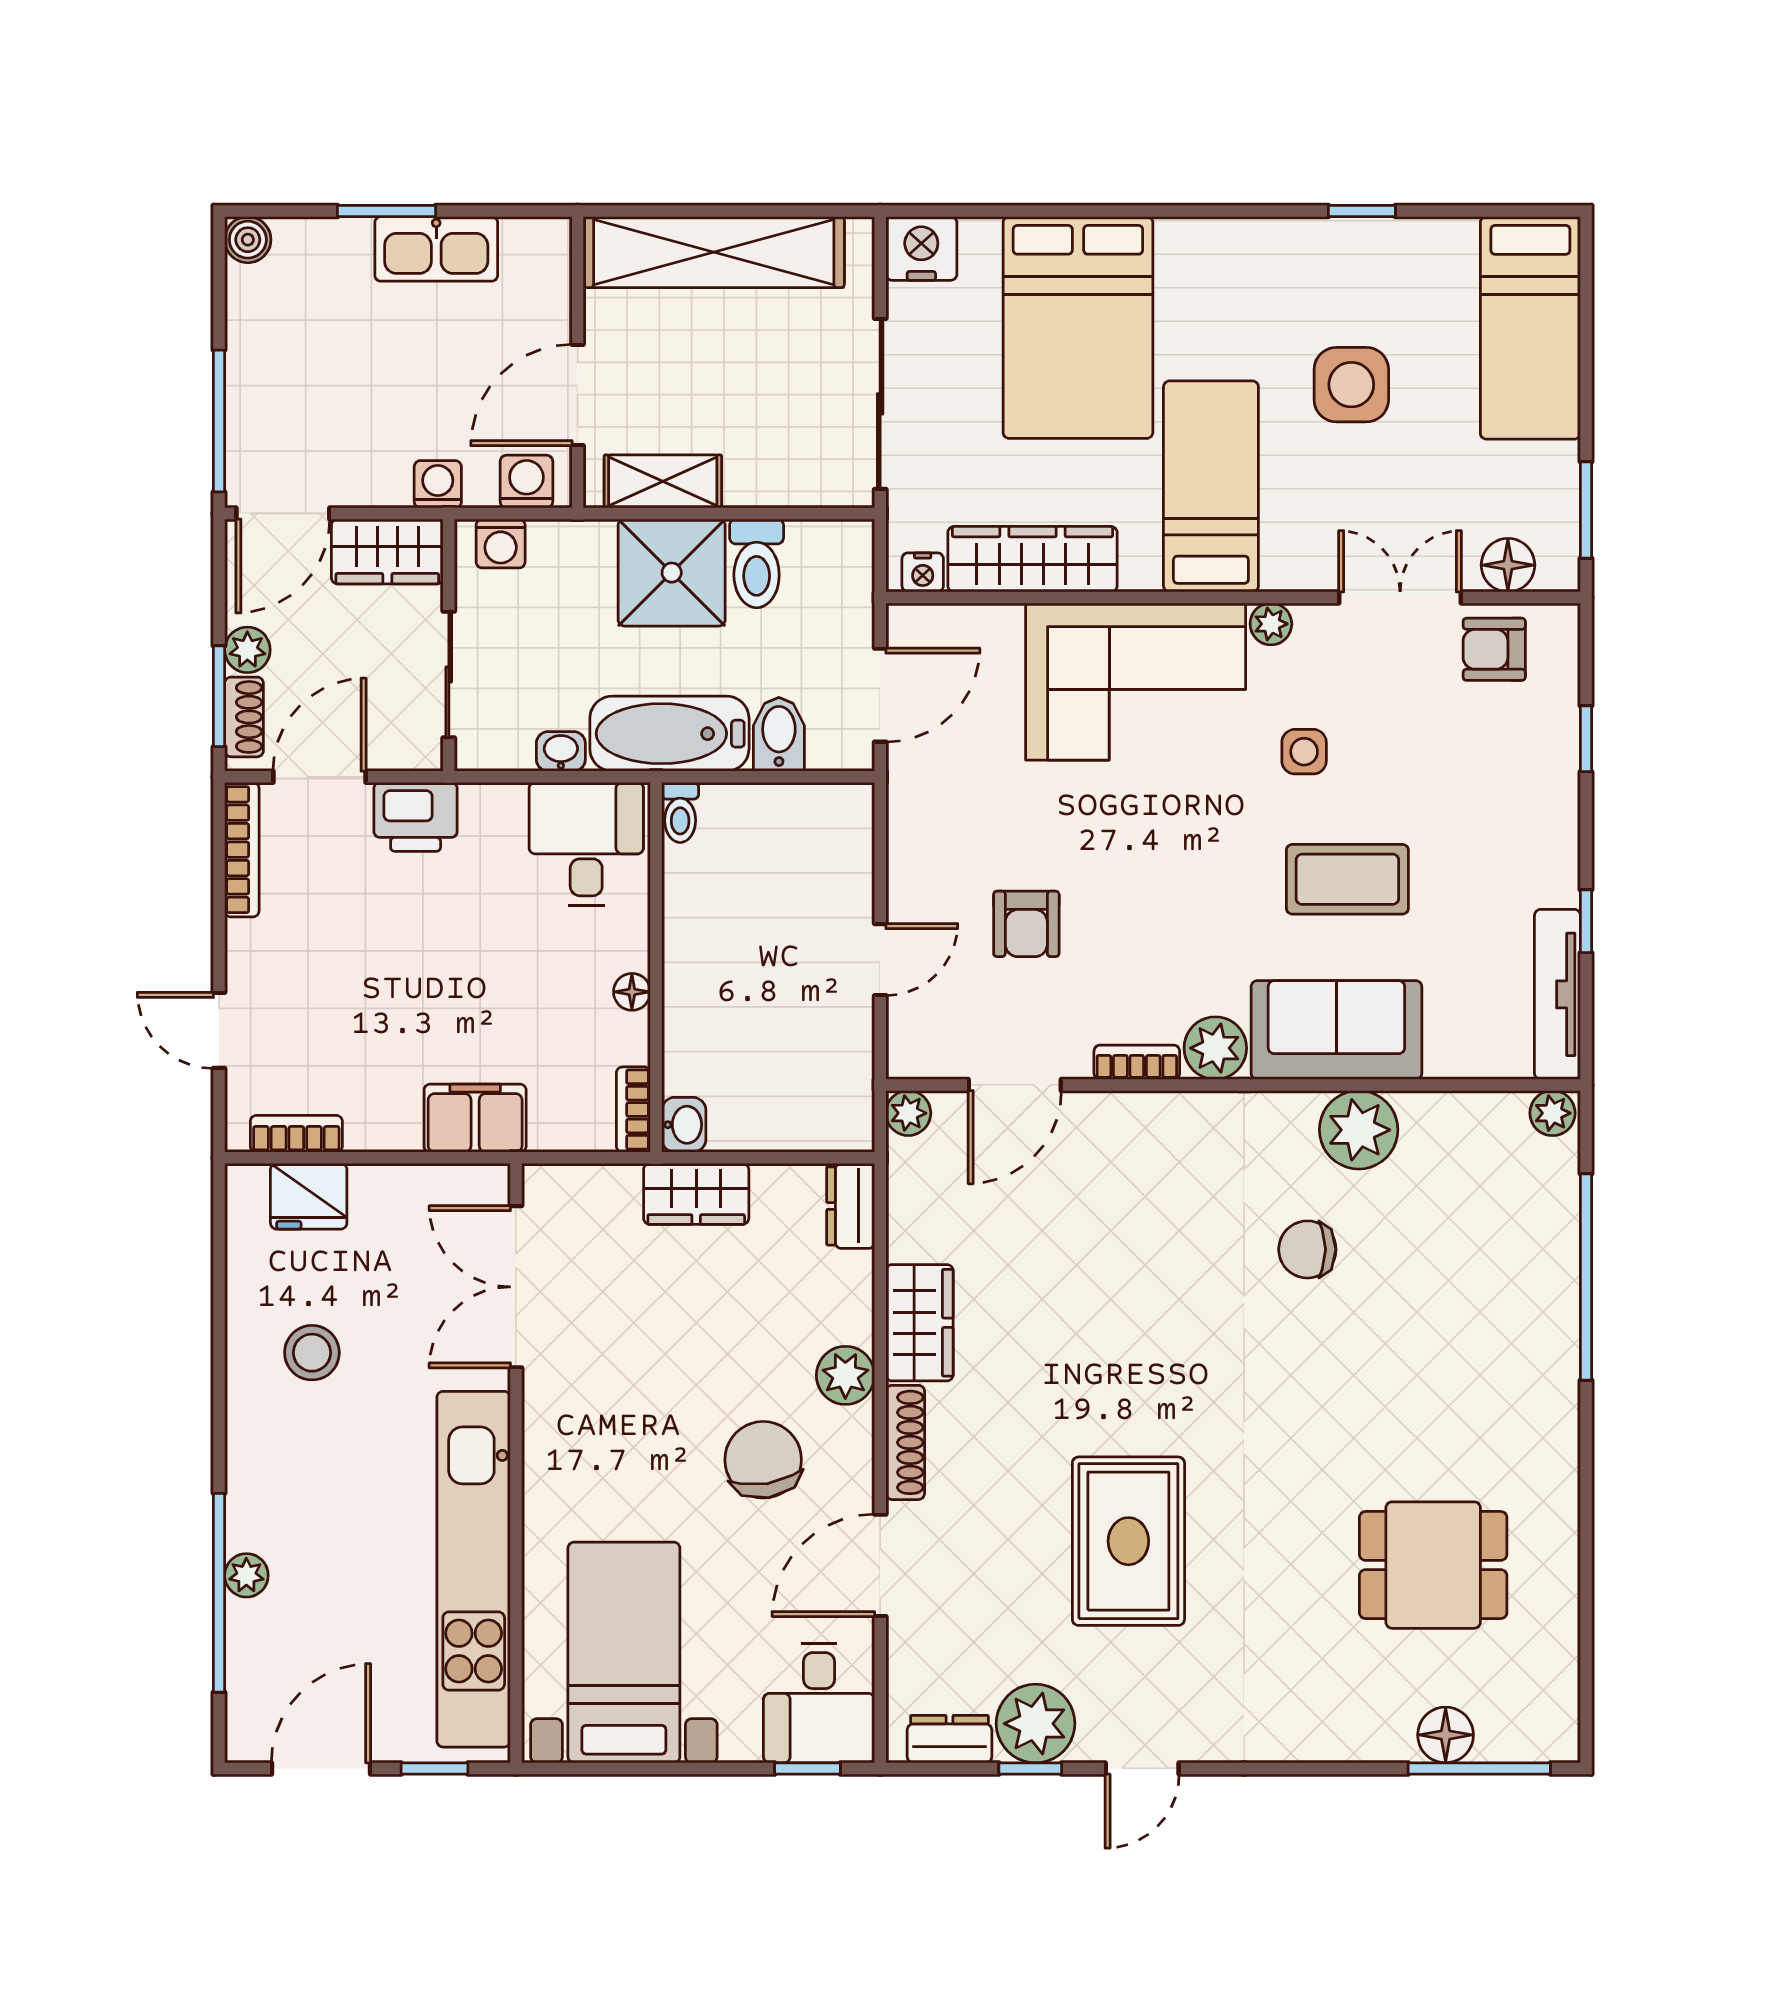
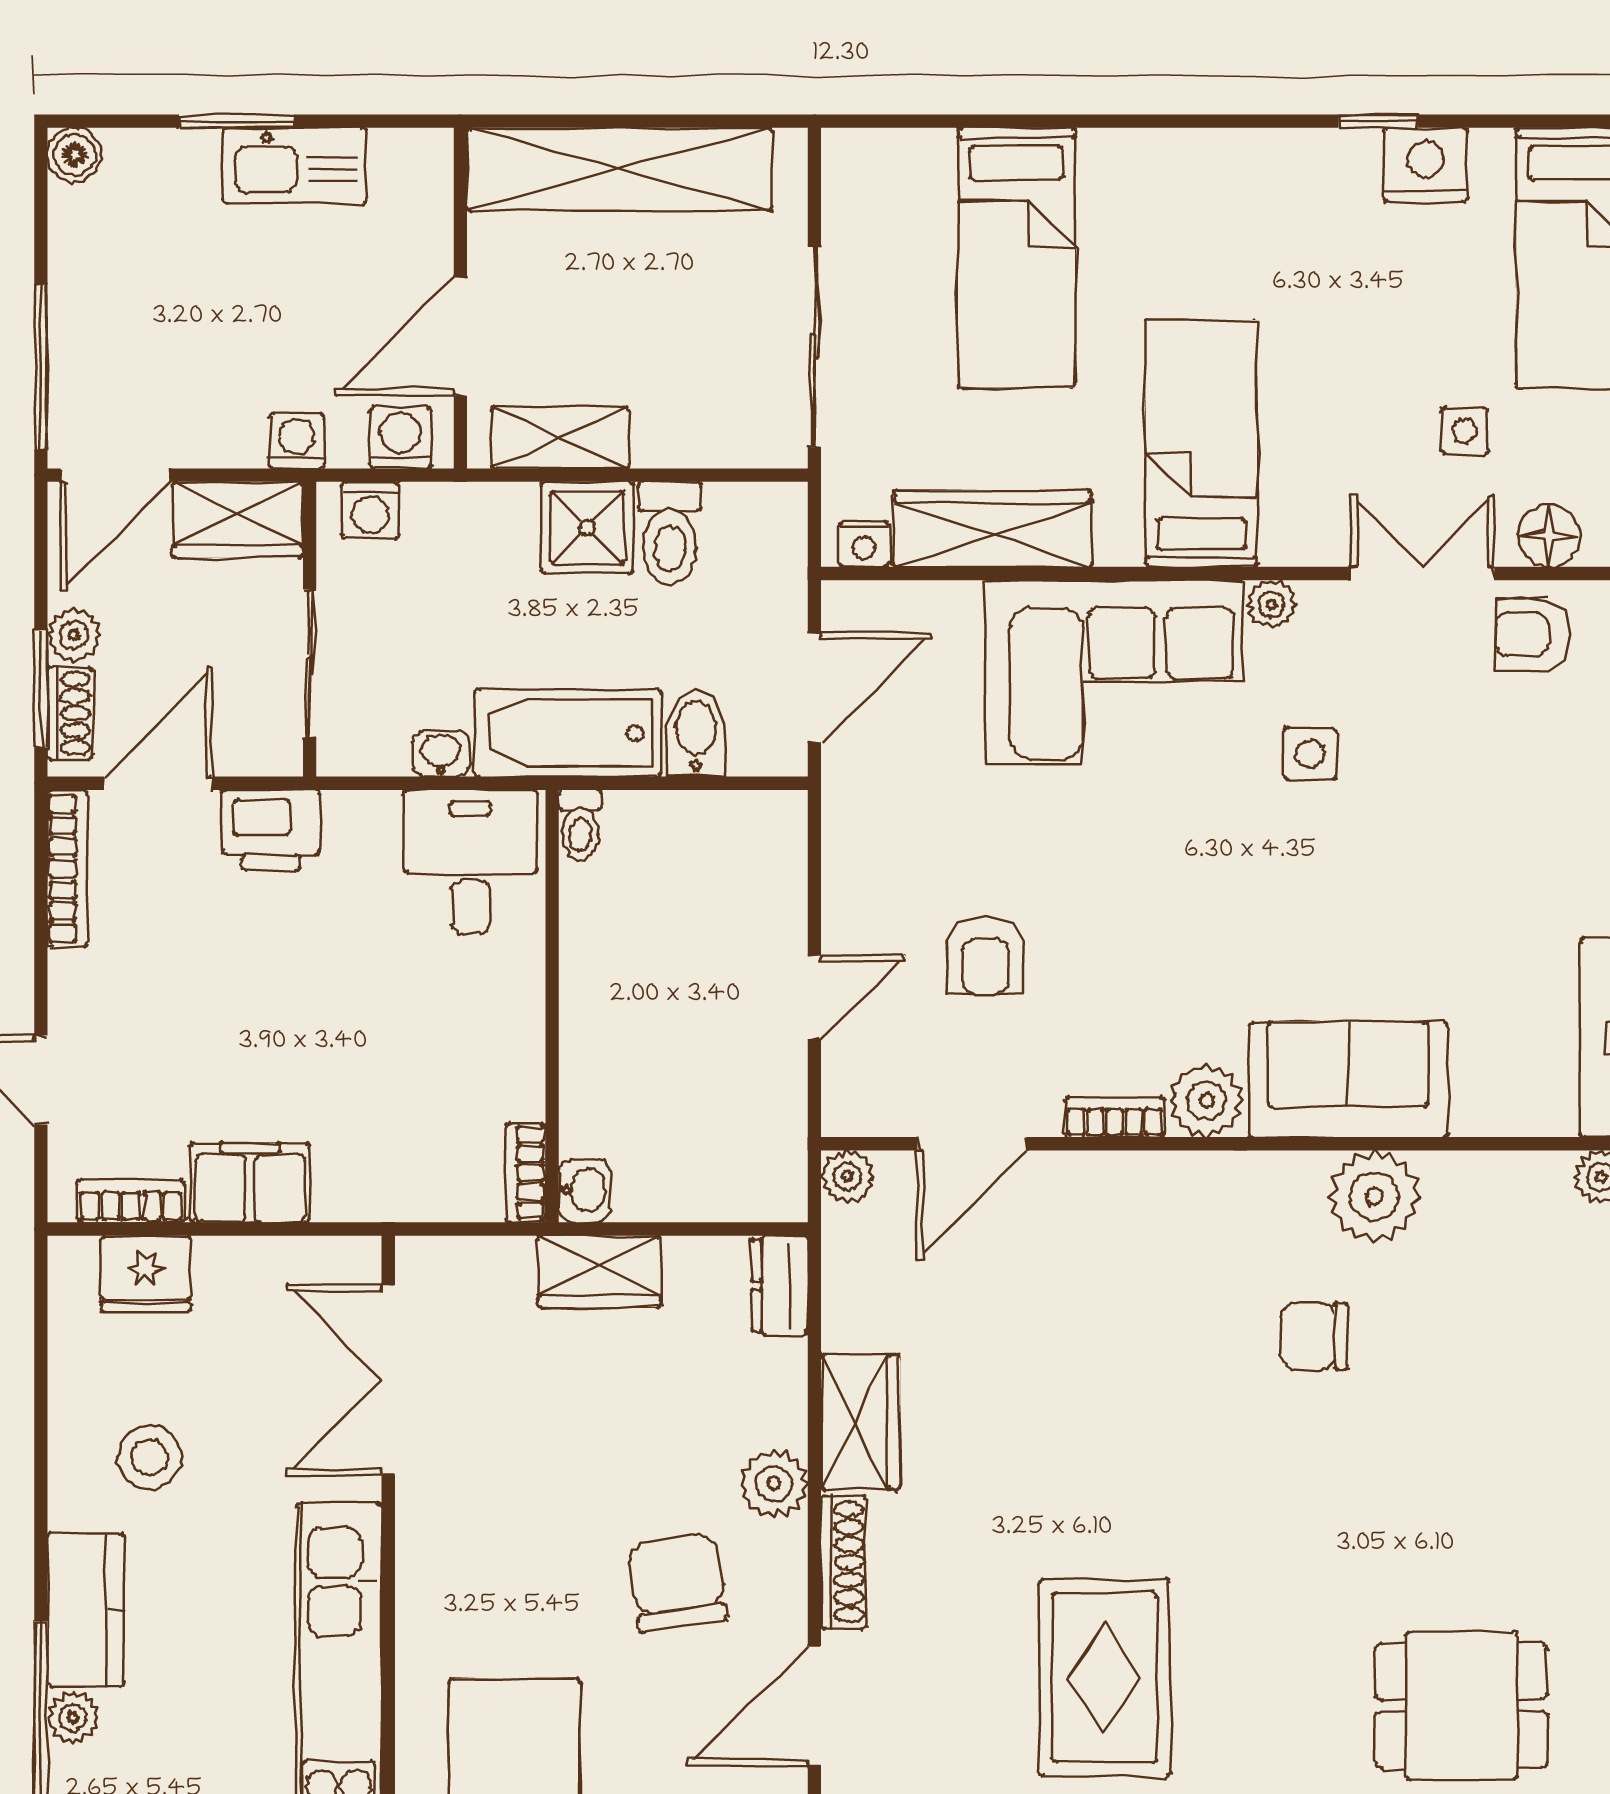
nightstand: (921, 248) -> (1426, 165), moved
bed: (1078, 327) -> (1017, 258), width x0.67
side table: (1351, 385) -> (1465, 431), moved, width x0.54, depth x0.54
shower: (672, 573) -> (587, 528), width x0.73, depth x0.73
coffee table: (1347, 879) -> (1361, 903), removed
floor lamp: (632, 992) -> (524, 1035), removed
filing cabinet: (475, 1118) -> (250, 1183), moved
kitchen counter: (257, 1484) -> (86, 1610), added

